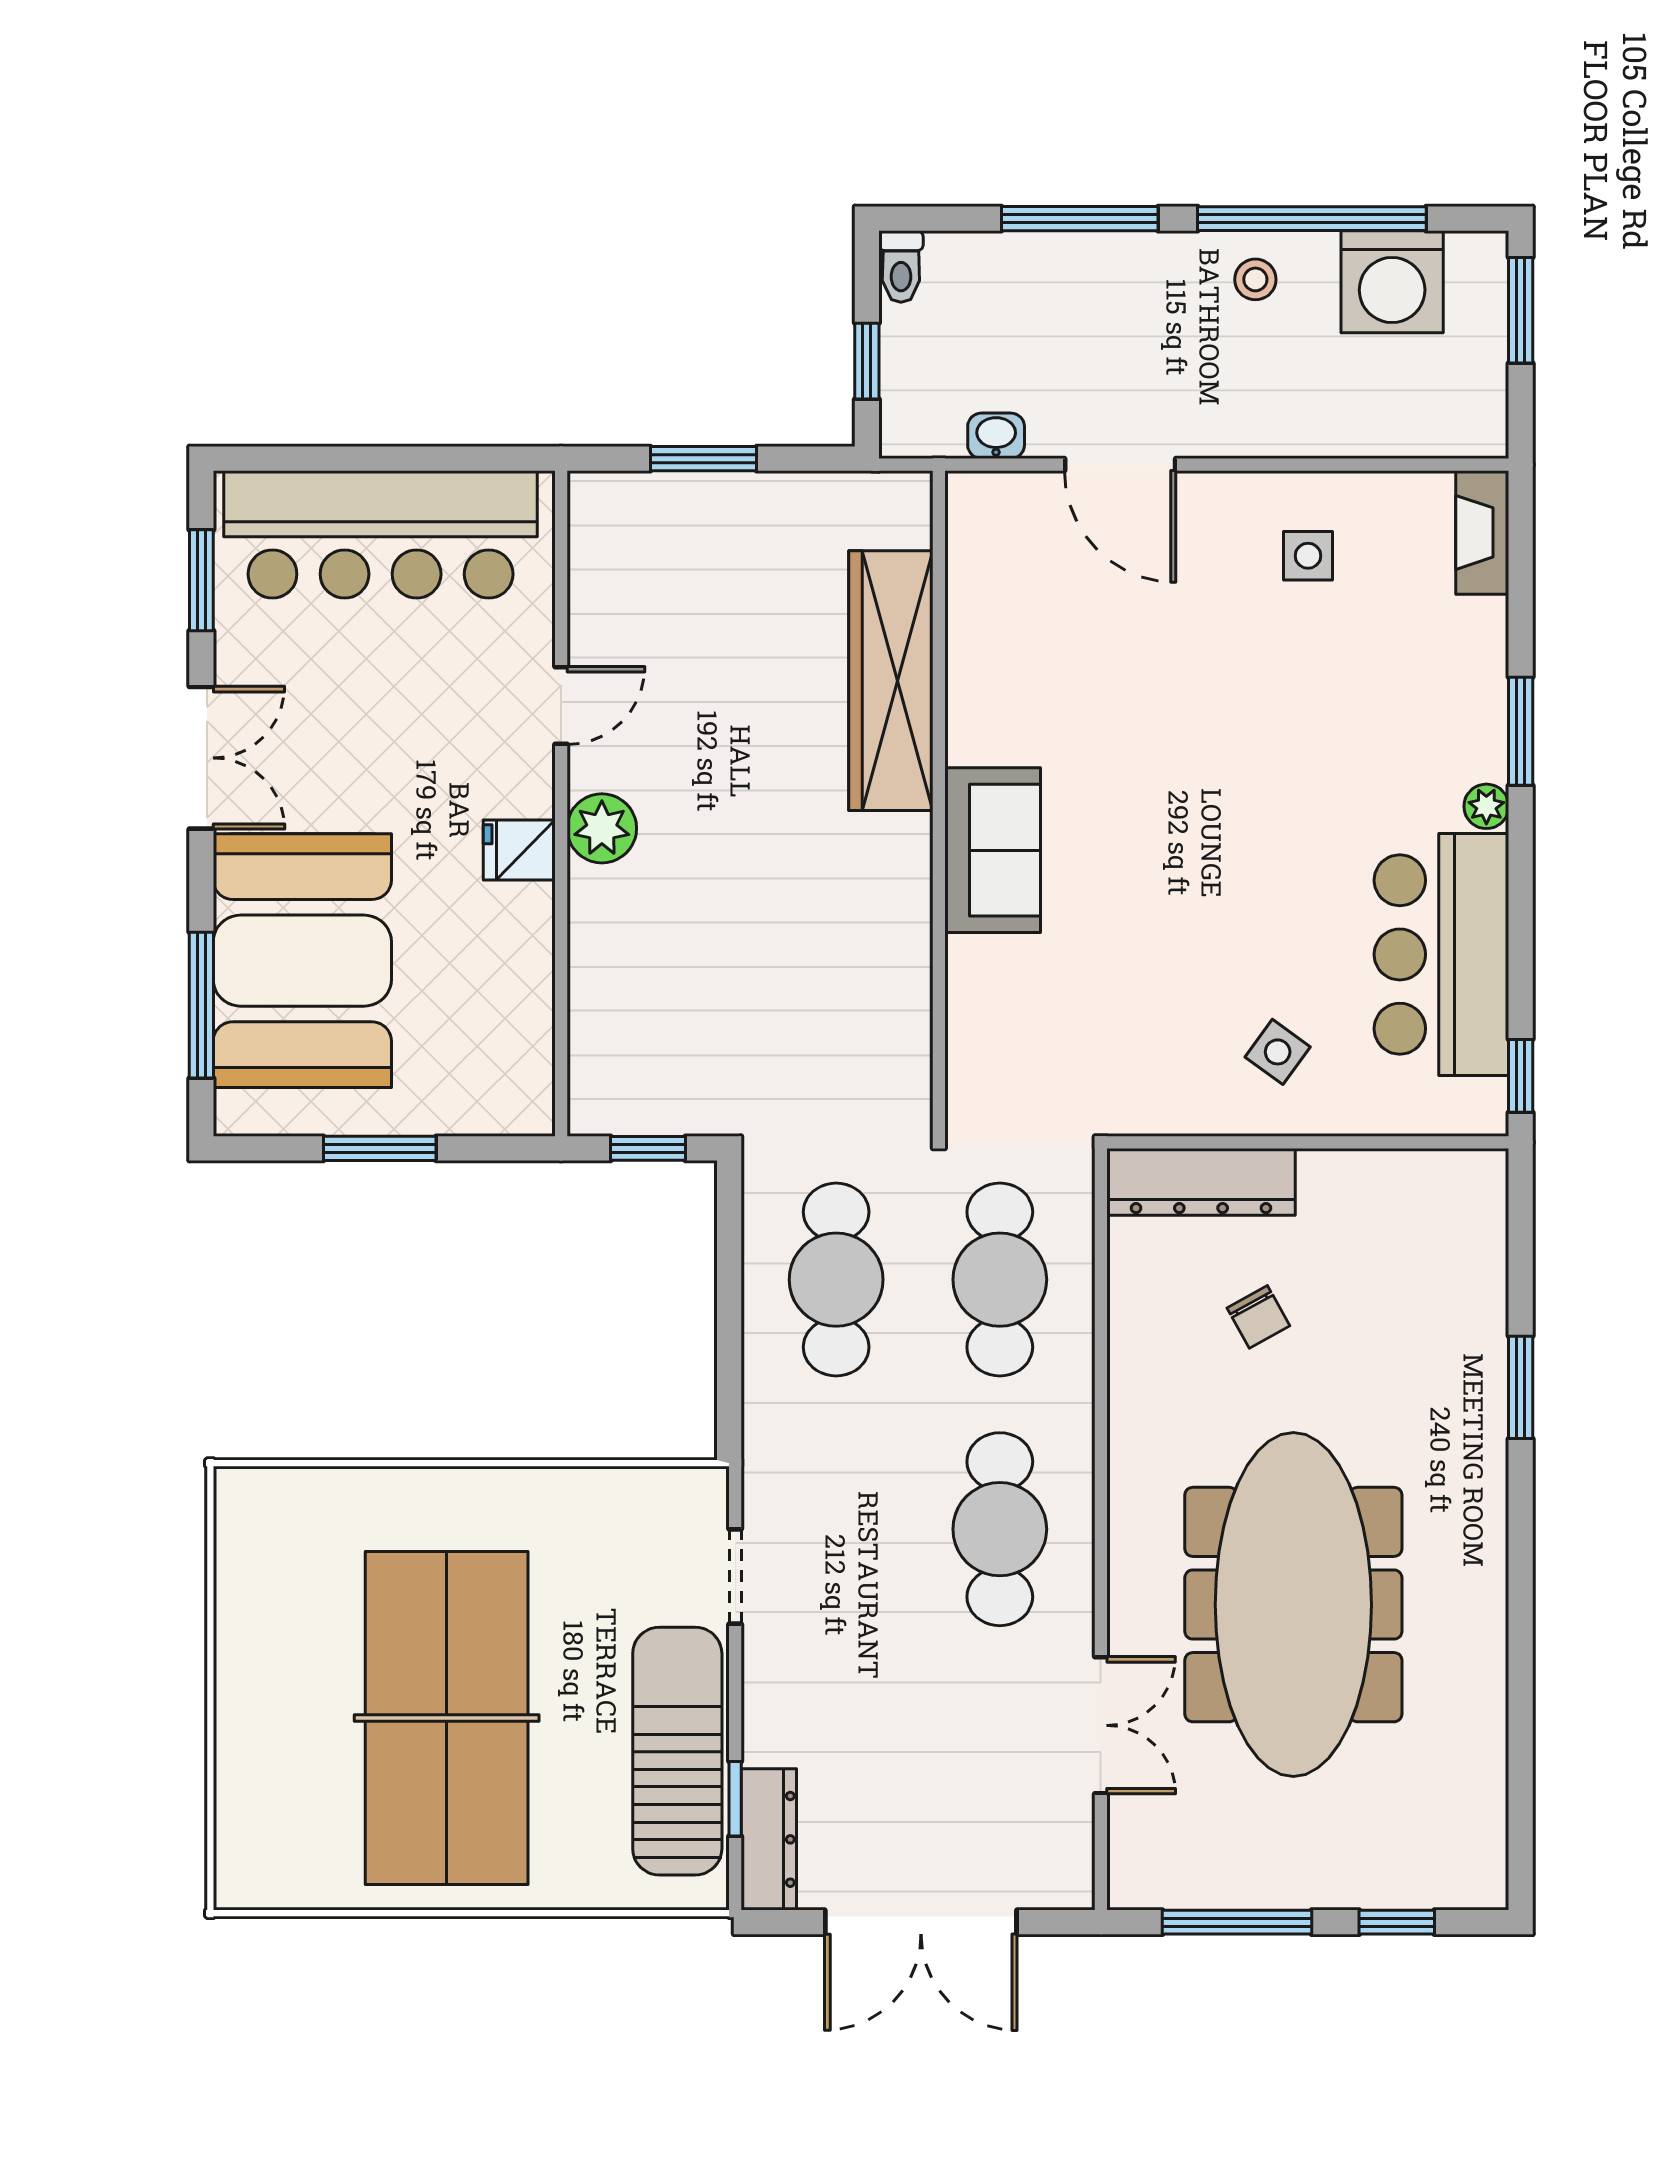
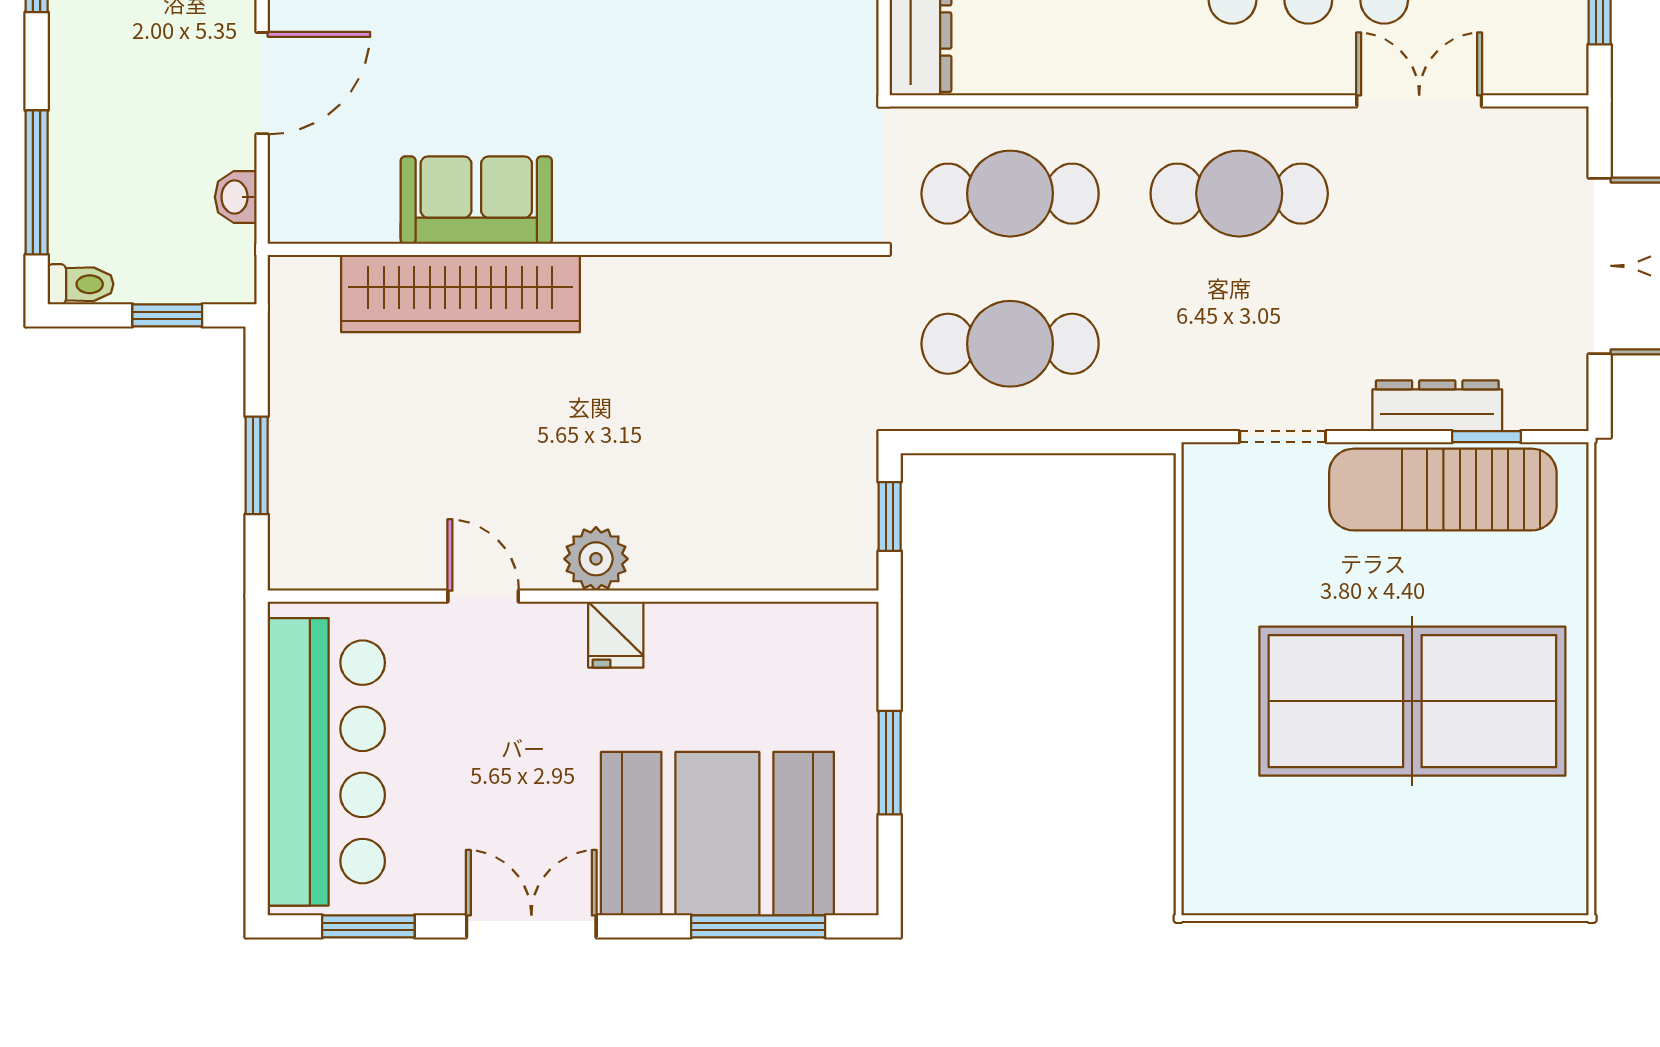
window: (1080, 219) -> (37, 182), moved
sofa: (993, 850) -> (476, 200), moved
dresser: (769, 1839) -> (1437, 406), moved

